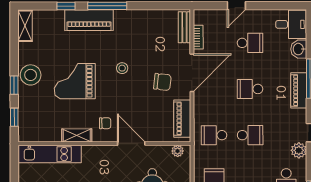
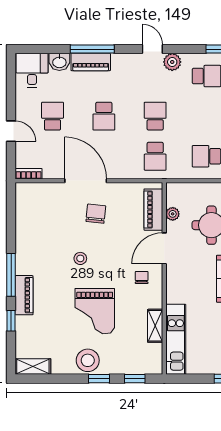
piano: (89, 20) -> (24, 295), width x0.73, depth x0.75
bench: (184, 27) -> (35, 189), removed
bookcase: (198, 37) -> (29, 174), moved
piano: (299, 90) -> (91, 62), moved
piano: (182, 119) -> (153, 210), moved, turned 90
shelving: (77, 135) -> (155, 326), moved
plant: (178, 151) -> (173, 214), moved

